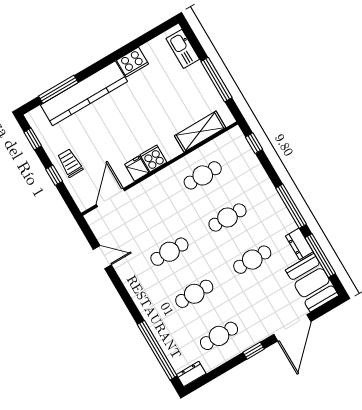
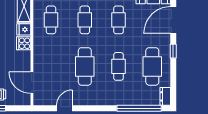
fridge: (137, 168) -> (24, 29), moved
cafe table: (169, 252) -> (85, 66), width x1.37, depth x1.35
door: (292, 328) -> (173, 20), swing flipped
cafe table: (219, 336) -> (152, 66), width x1.37, depth x1.35

